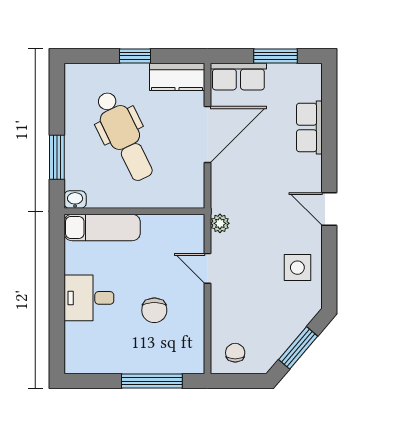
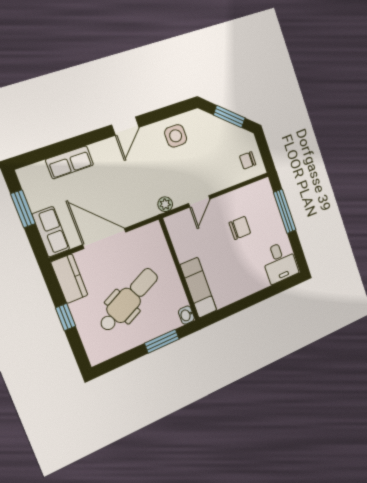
desk: (89, 298) -> (280, 262), moved

